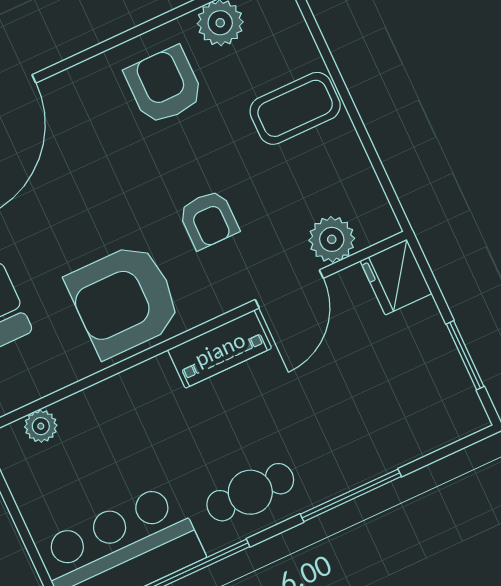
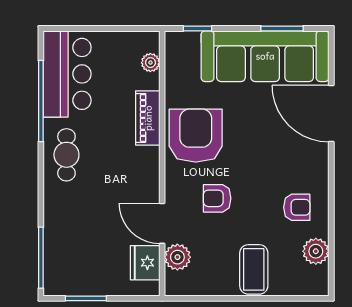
armchair: (164, 86) -> (297, 207), width x0.72, depth x0.72
fridge: (396, 277) -> (145, 263), moved, turned -90
piano: (220, 349) -> (148, 118), moved
window: (351, 495) -> (41, 258), moved

